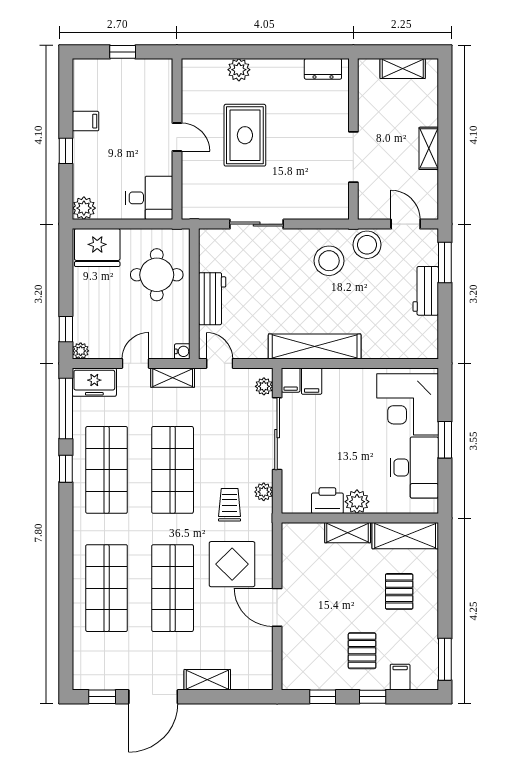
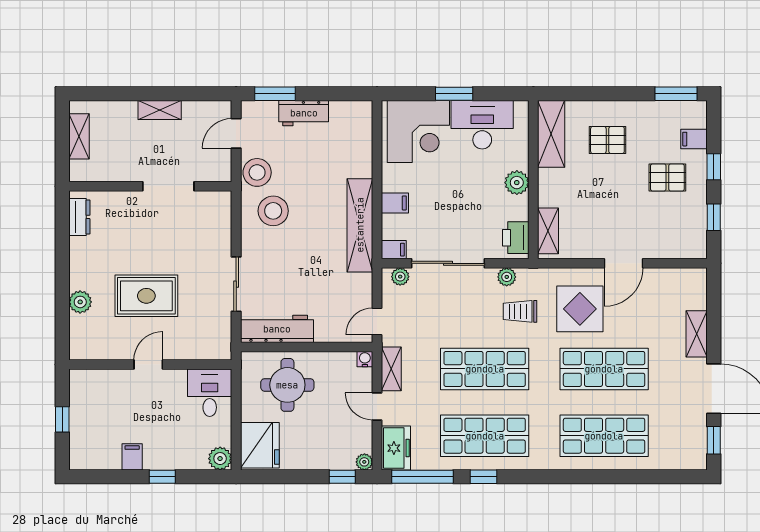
workbench: (212, 299) -> (277, 329), moved, width x1.38
filing cabinet: (312, 381) -> (395, 203), moved
printer: (327, 501) -> (516, 238), moved
shelving: (348, 533) -> (548, 231), moved

